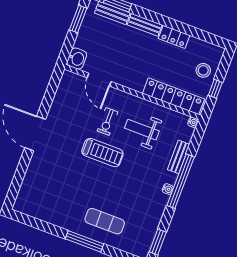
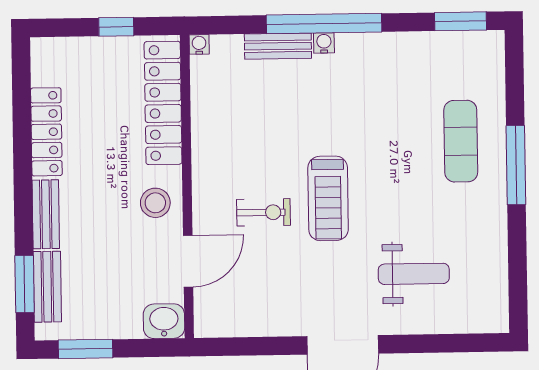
locker: (174, 37) -> (46, 132), width x1.53
stool: (203, 70) -> (155, 203), moved
weight bench: (142, 130) -> (414, 274), moved, turned -90
treadmill: (102, 153) -> (328, 198), turned 180
water cooler: (168, 189) -> (324, 43), moved

